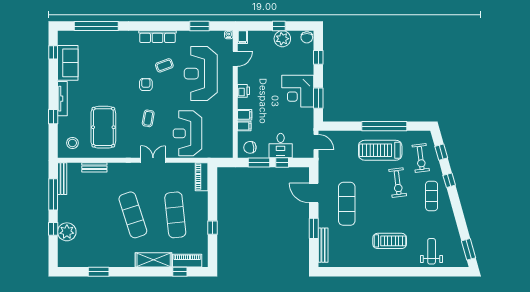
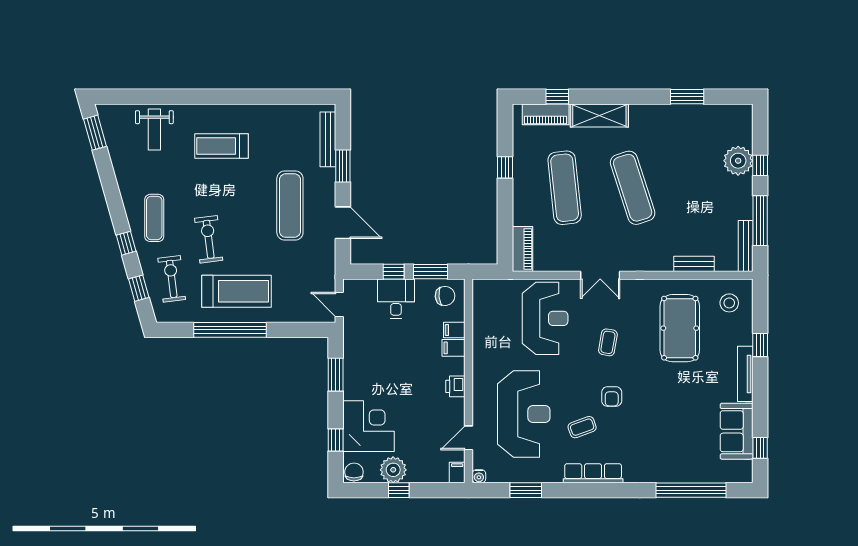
corner desk: (298, 91) -> (368, 426), moved

